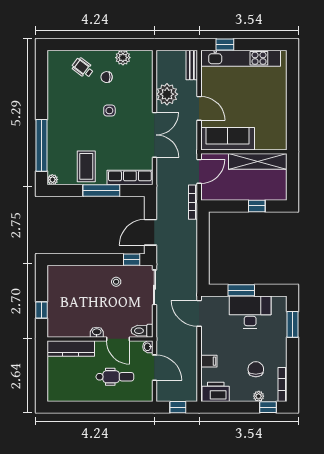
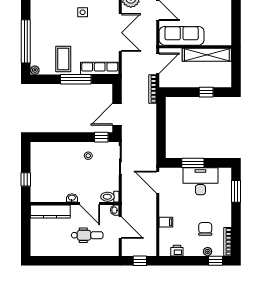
printer: (216, 392) -> (177, 251), width x0.53, depth x0.68

